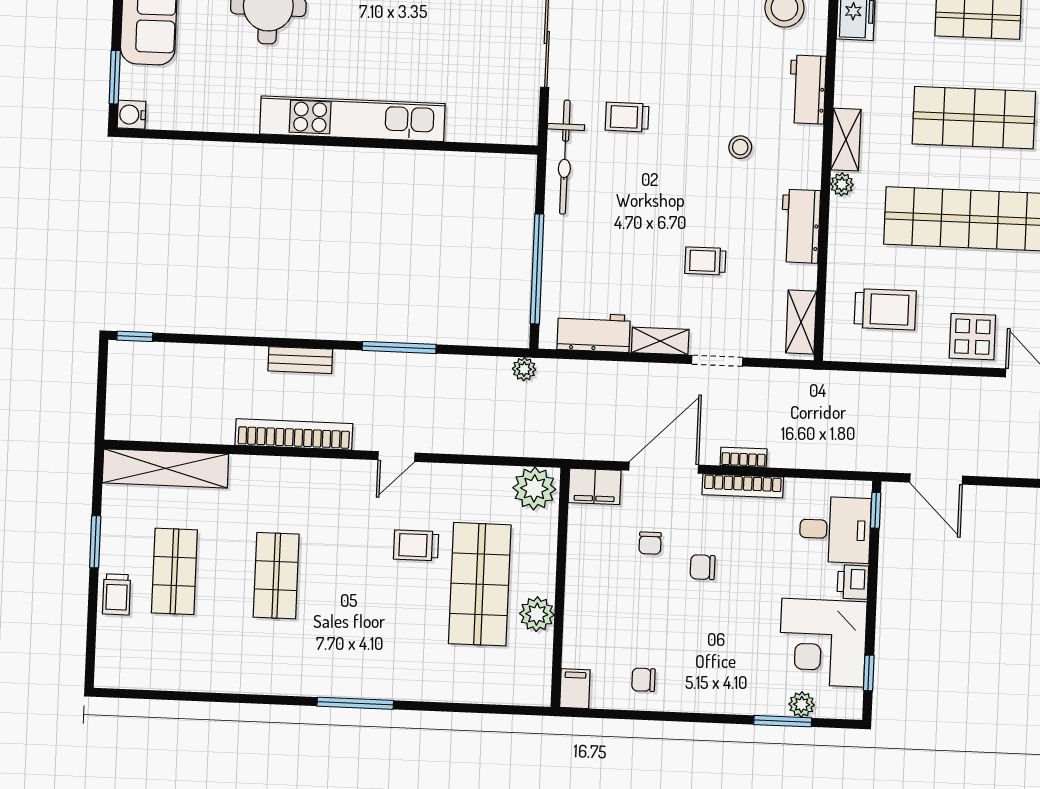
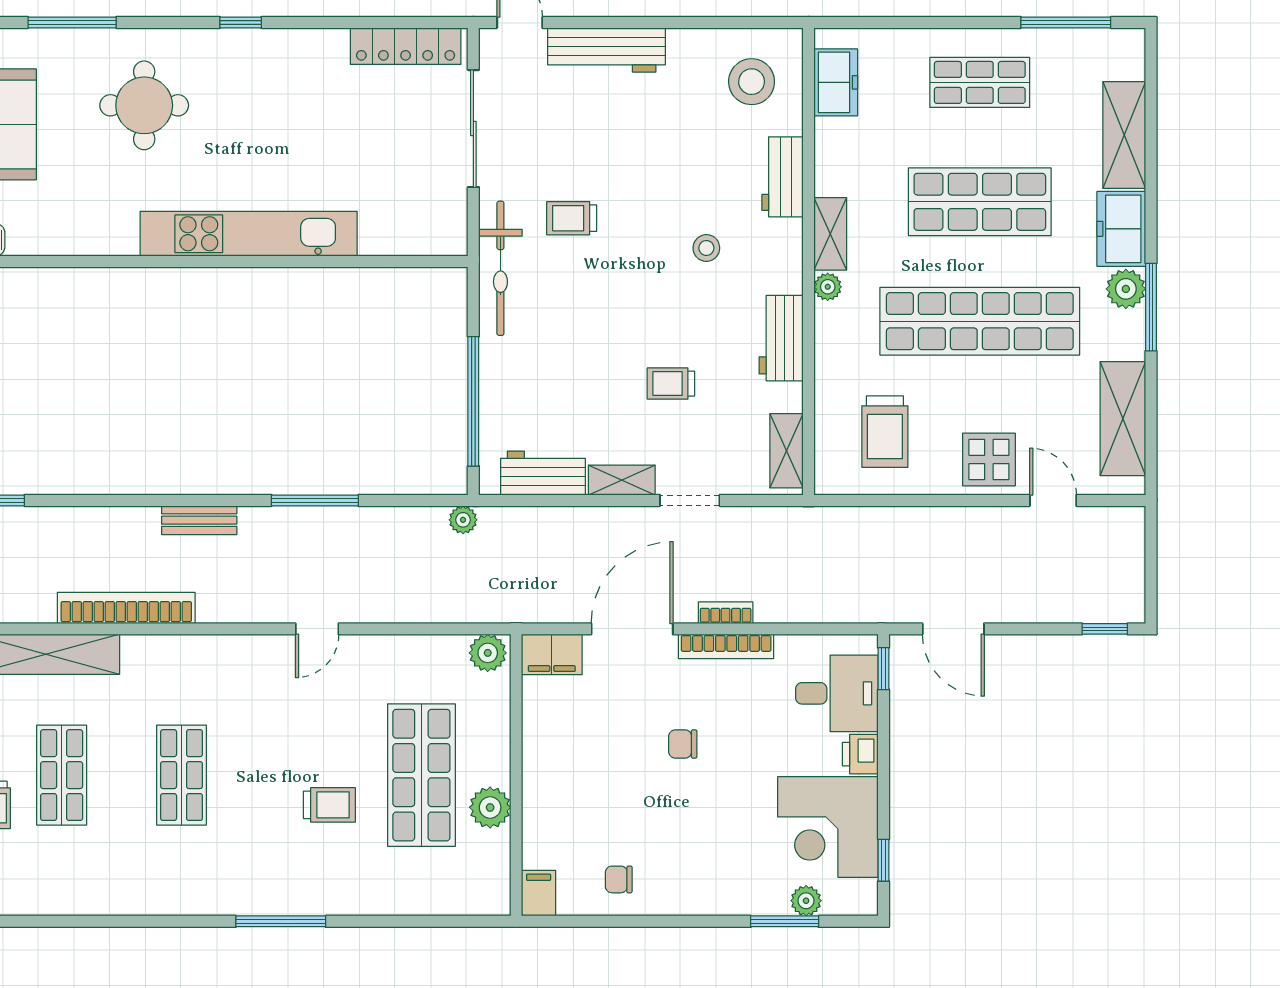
trolley: (885, 309) -> (885, 432), turned 90
bookcase: (294, 434) -> (126, 608), moved
plant: (534, 488) -> (488, 653), width x0.73, depth x0.73
chair: (650, 543) -> (620, 718), removed
trolley: (416, 545) -> (329, 805), moved, turned 180

